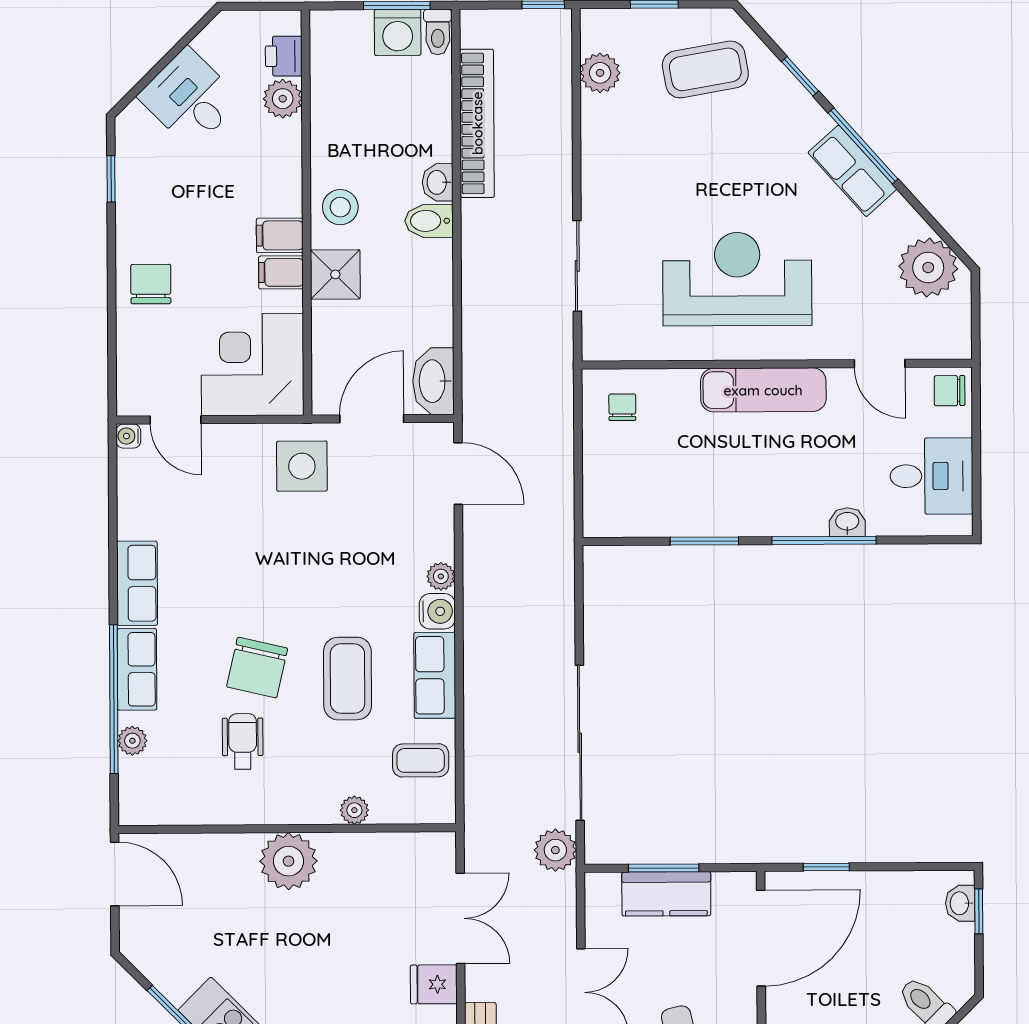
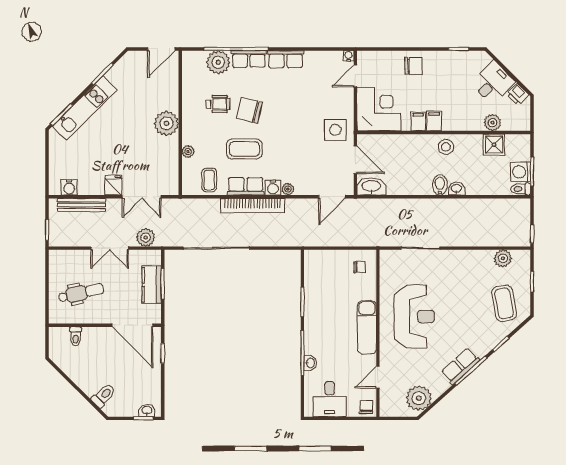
printer: (284, 56) -> (518, 94), moved, turned -135
bookcase: (477, 123) -> (253, 206), moved
shower: (335, 274) -> (494, 145), moved
plant: (132, 741) -> (218, 62), width x1.87, depth x1.87
plant: (555, 850) -> (146, 237), moved

